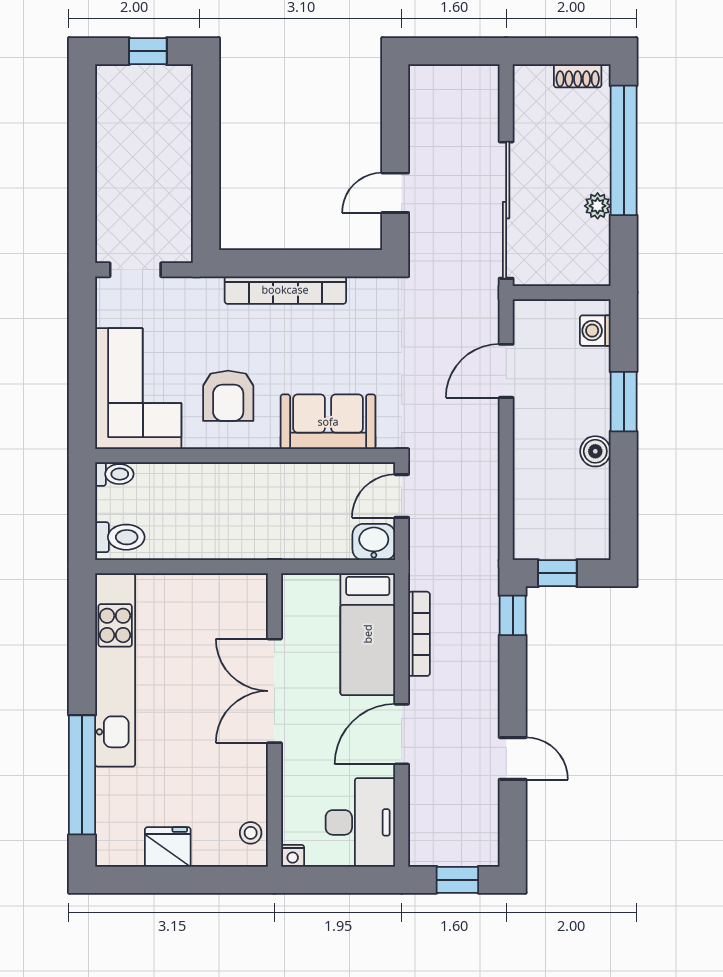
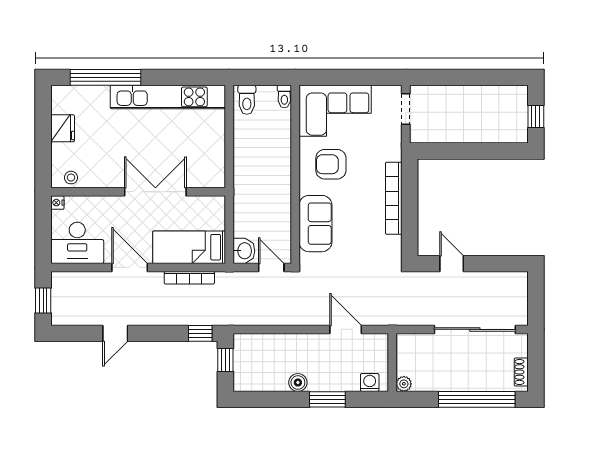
plant: (598, 206) -> (404, 384), moved
sliding door: (506, 210) -> (475, 329), moved

